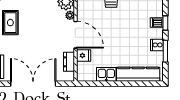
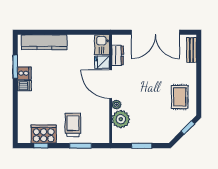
dishwasher: (157, 23) -> (24, 86), moved
window: (165, 23) -> (15, 96), removed
kitchen sink: (106, 74) -> (102, 45), moved, turned 90

